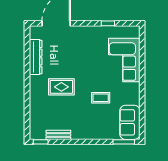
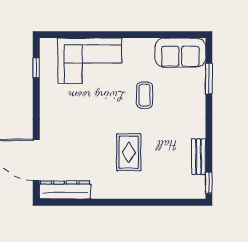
window: (108, 23) -> (36, 68), moved
dresser: (36, 57) -> (65, 190), moved
window: (124, 142) -> (209, 79), moved

